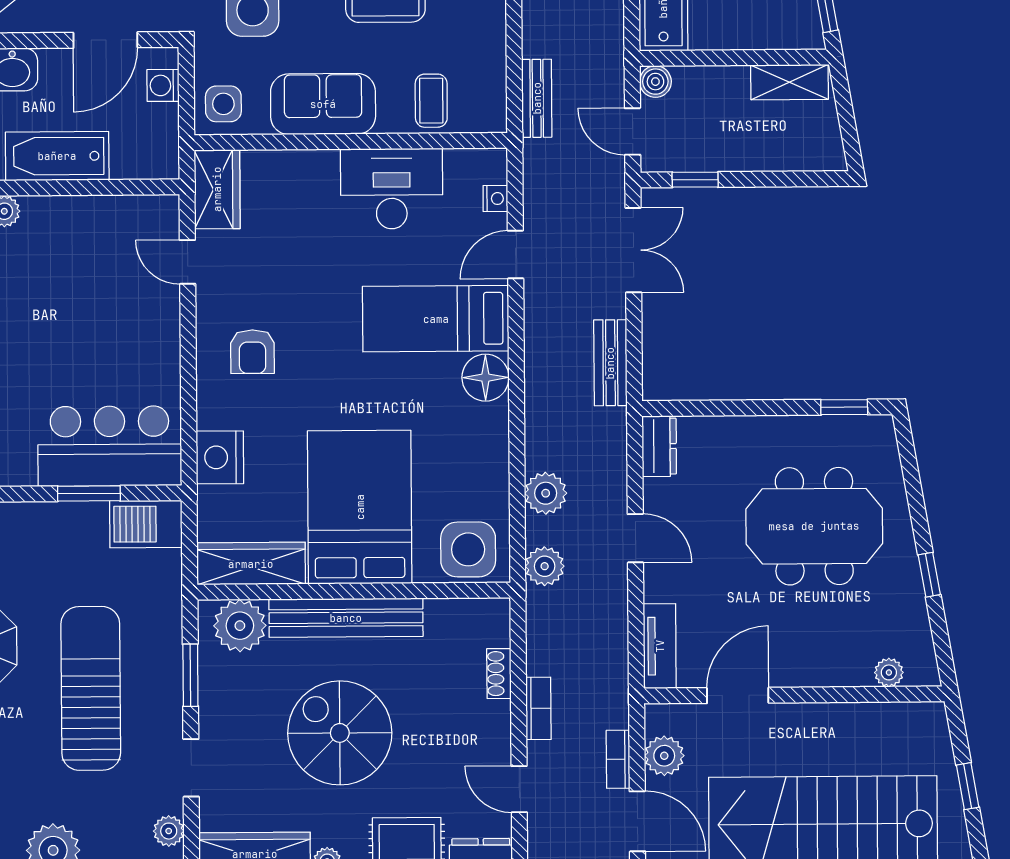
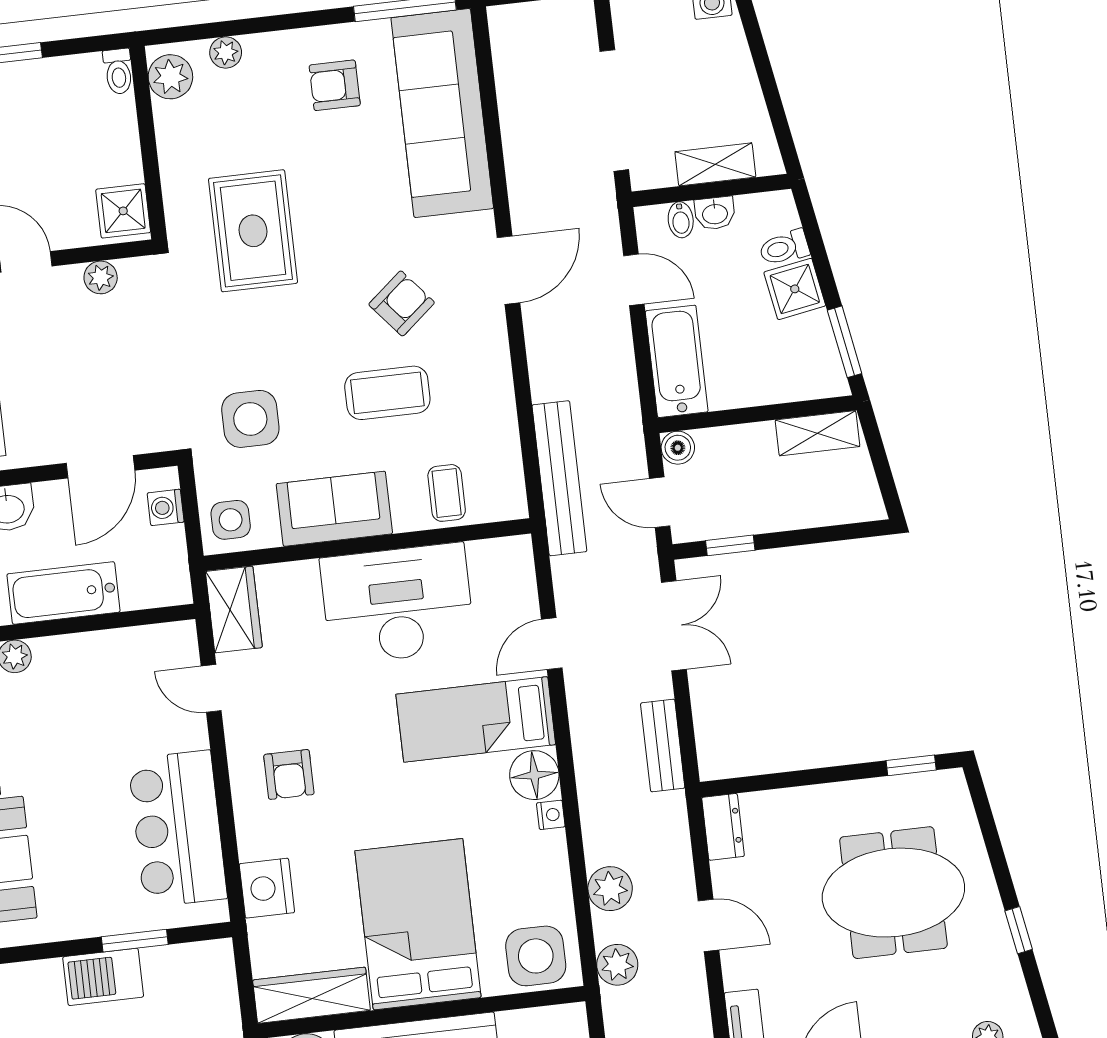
bench: (537, 98) -> (559, 478), width x1.86, depth x1.21
desk: (392, 189) -> (397, 604), width x1.36, depth x1.30
nightstand: (495, 199) -> (551, 815), moved
bar counter: (110, 446) -> (178, 829), moved, turned -90
barbecue: (146, 524) -> (103, 977), moved

